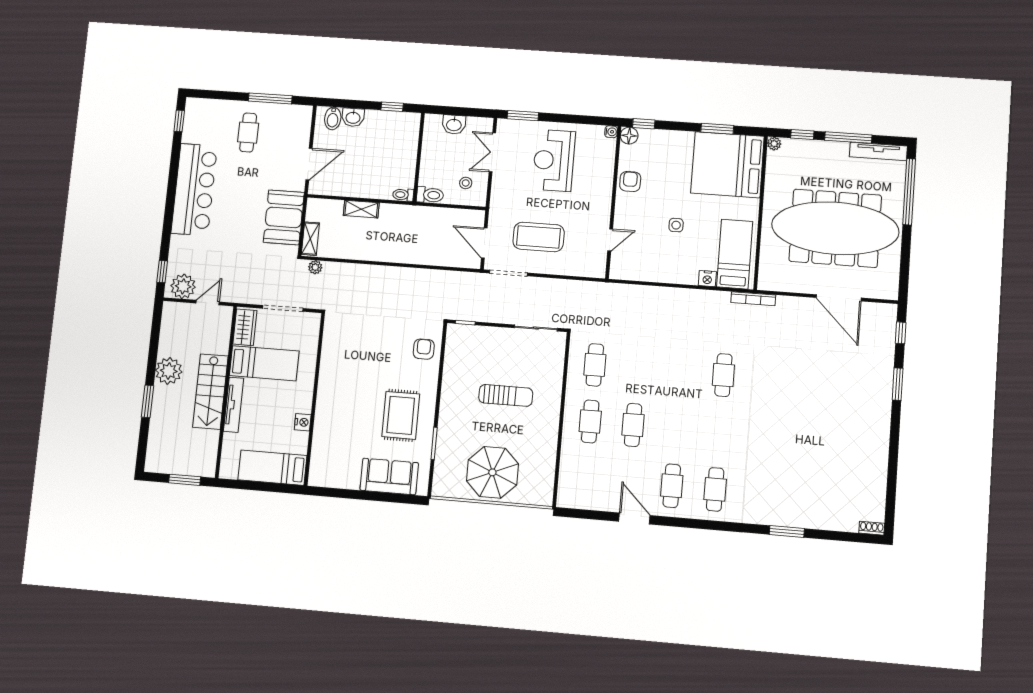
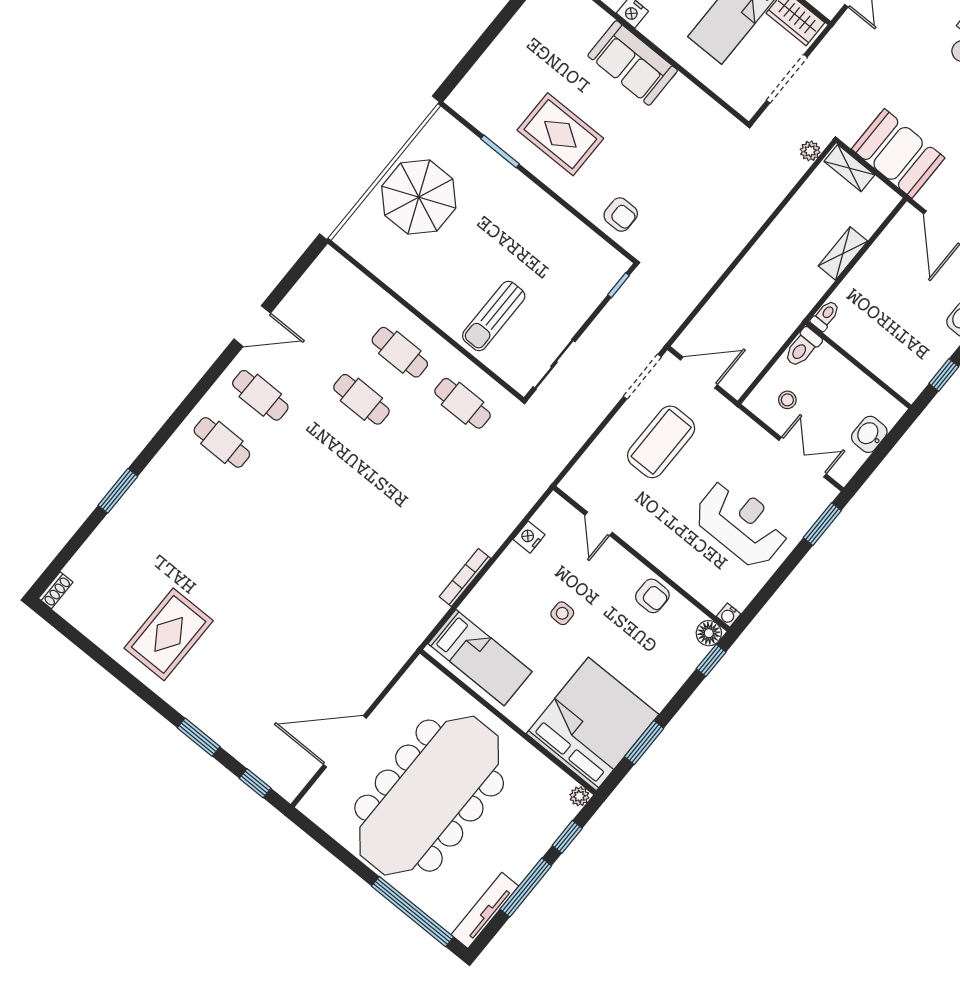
nightstand: (707, 279) -> (529, 537), moved
bookcase: (753, 299) -> (465, 577), moved
cafe table: (723, 375) -> (347, 545), removed
sun lounger: (506, 395) -> (494, 316), moved
rug: (850, 443) -> (169, 634), added
sofa: (389, 476) -> (633, 63), moved, turned 90

